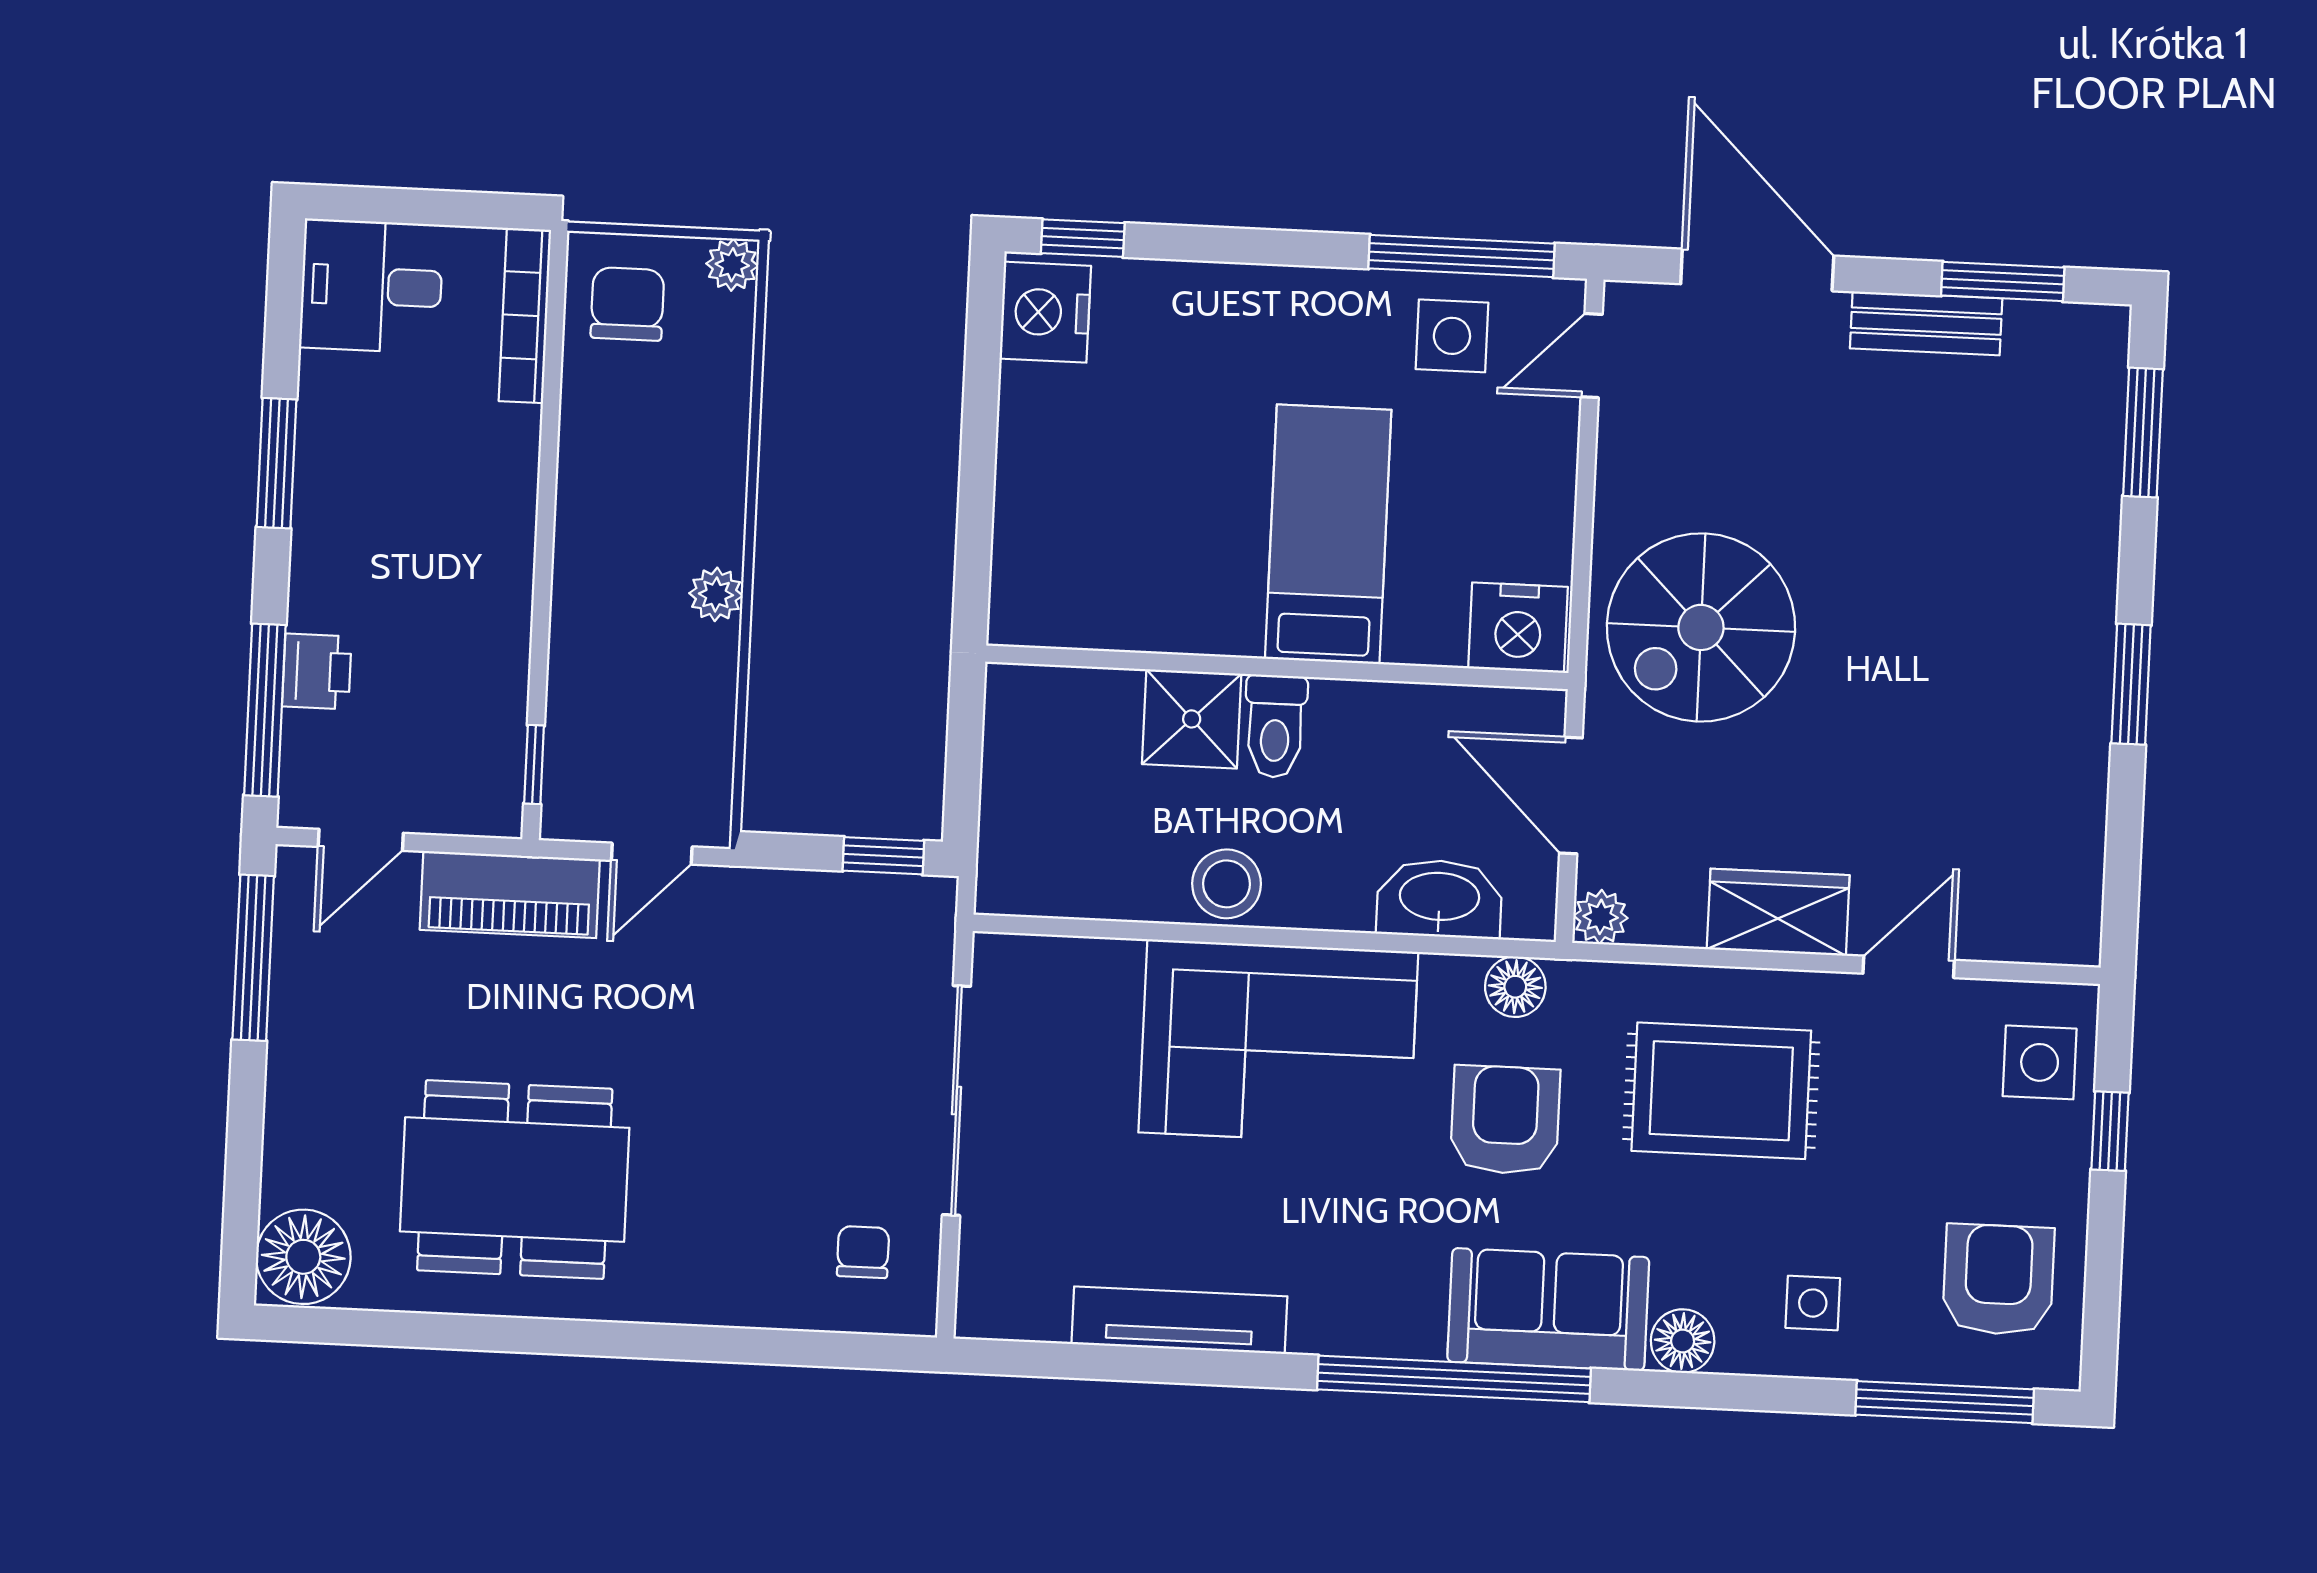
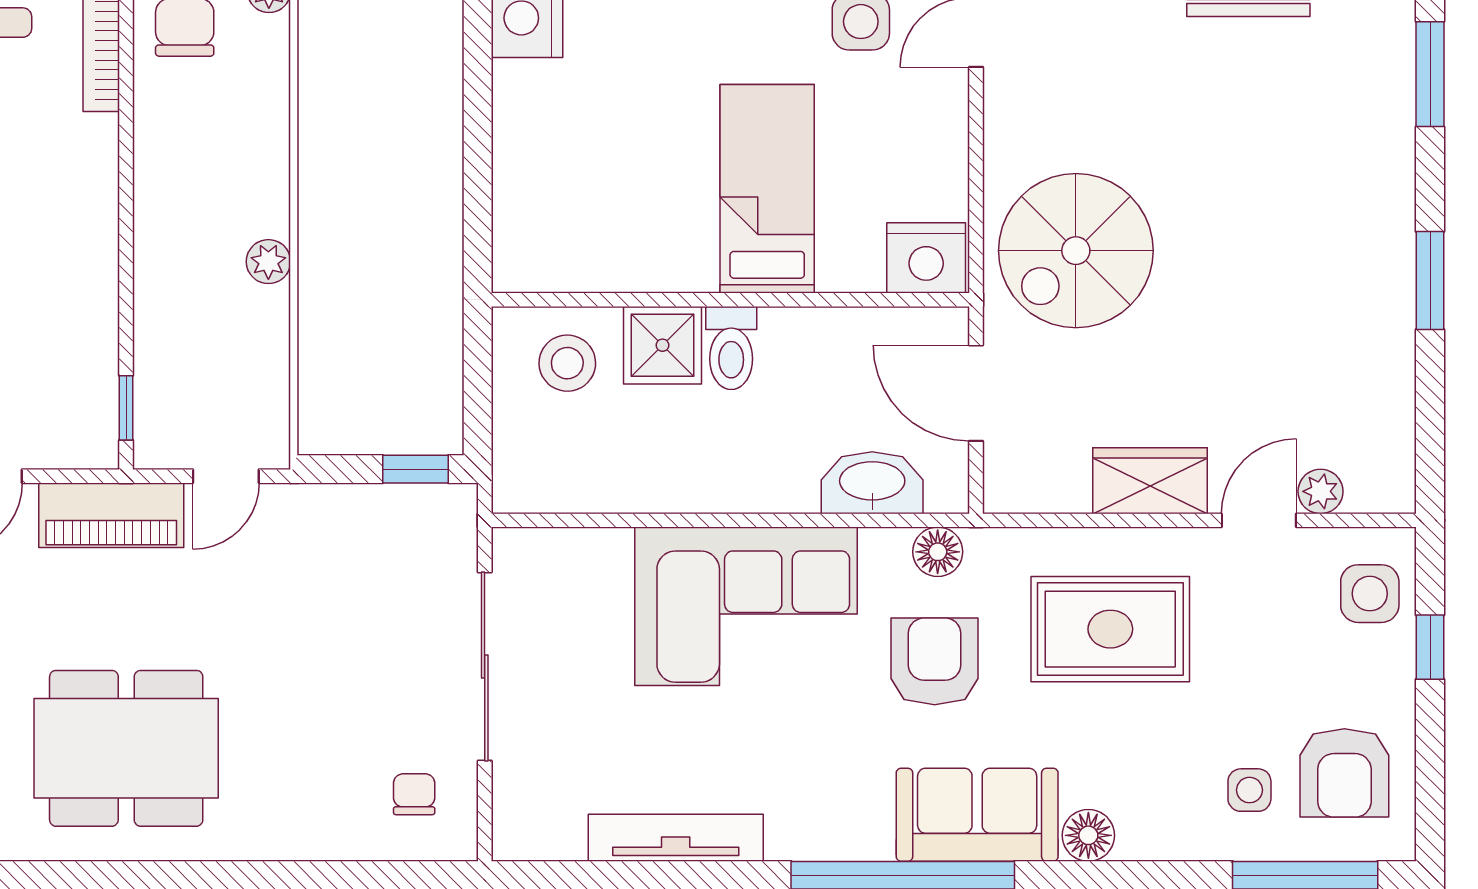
stool: (1227, 884) -> (567, 363), moved
plant: (1601, 917) -> (1321, 491), moved
armchair: (1998, 1280) -> (1344, 773), turned 180
side table: (1813, 1303) -> (1249, 790), moved

